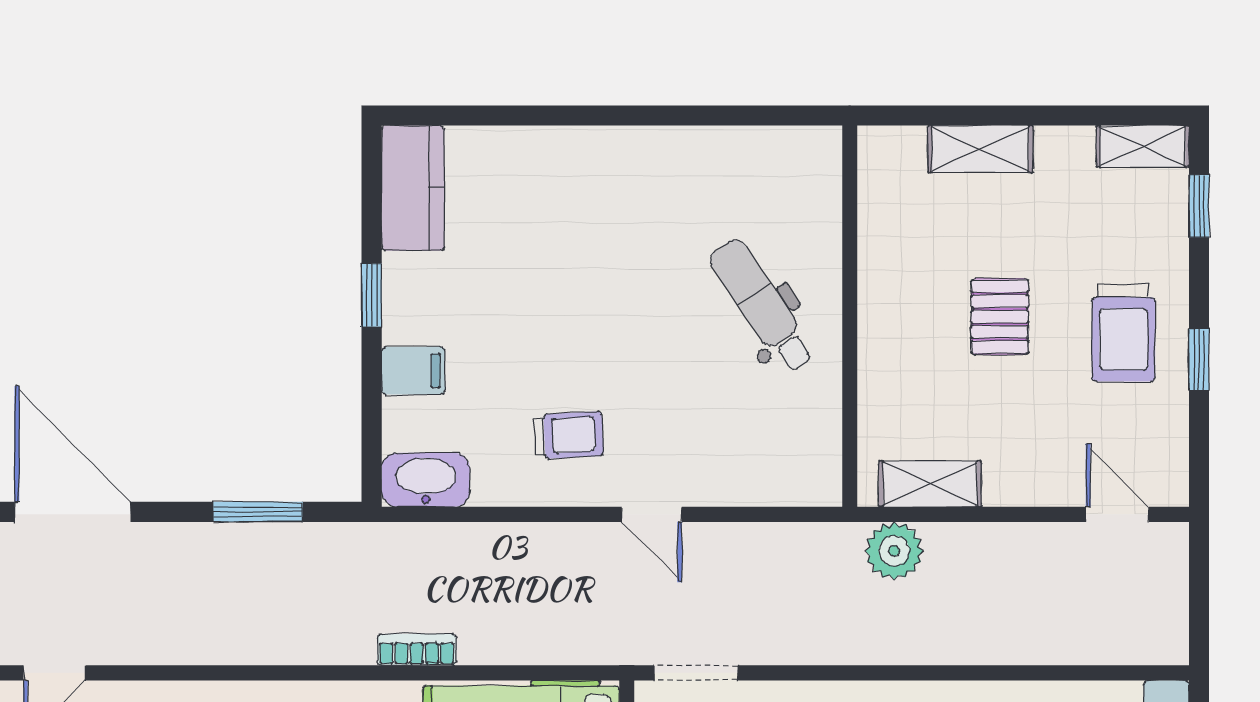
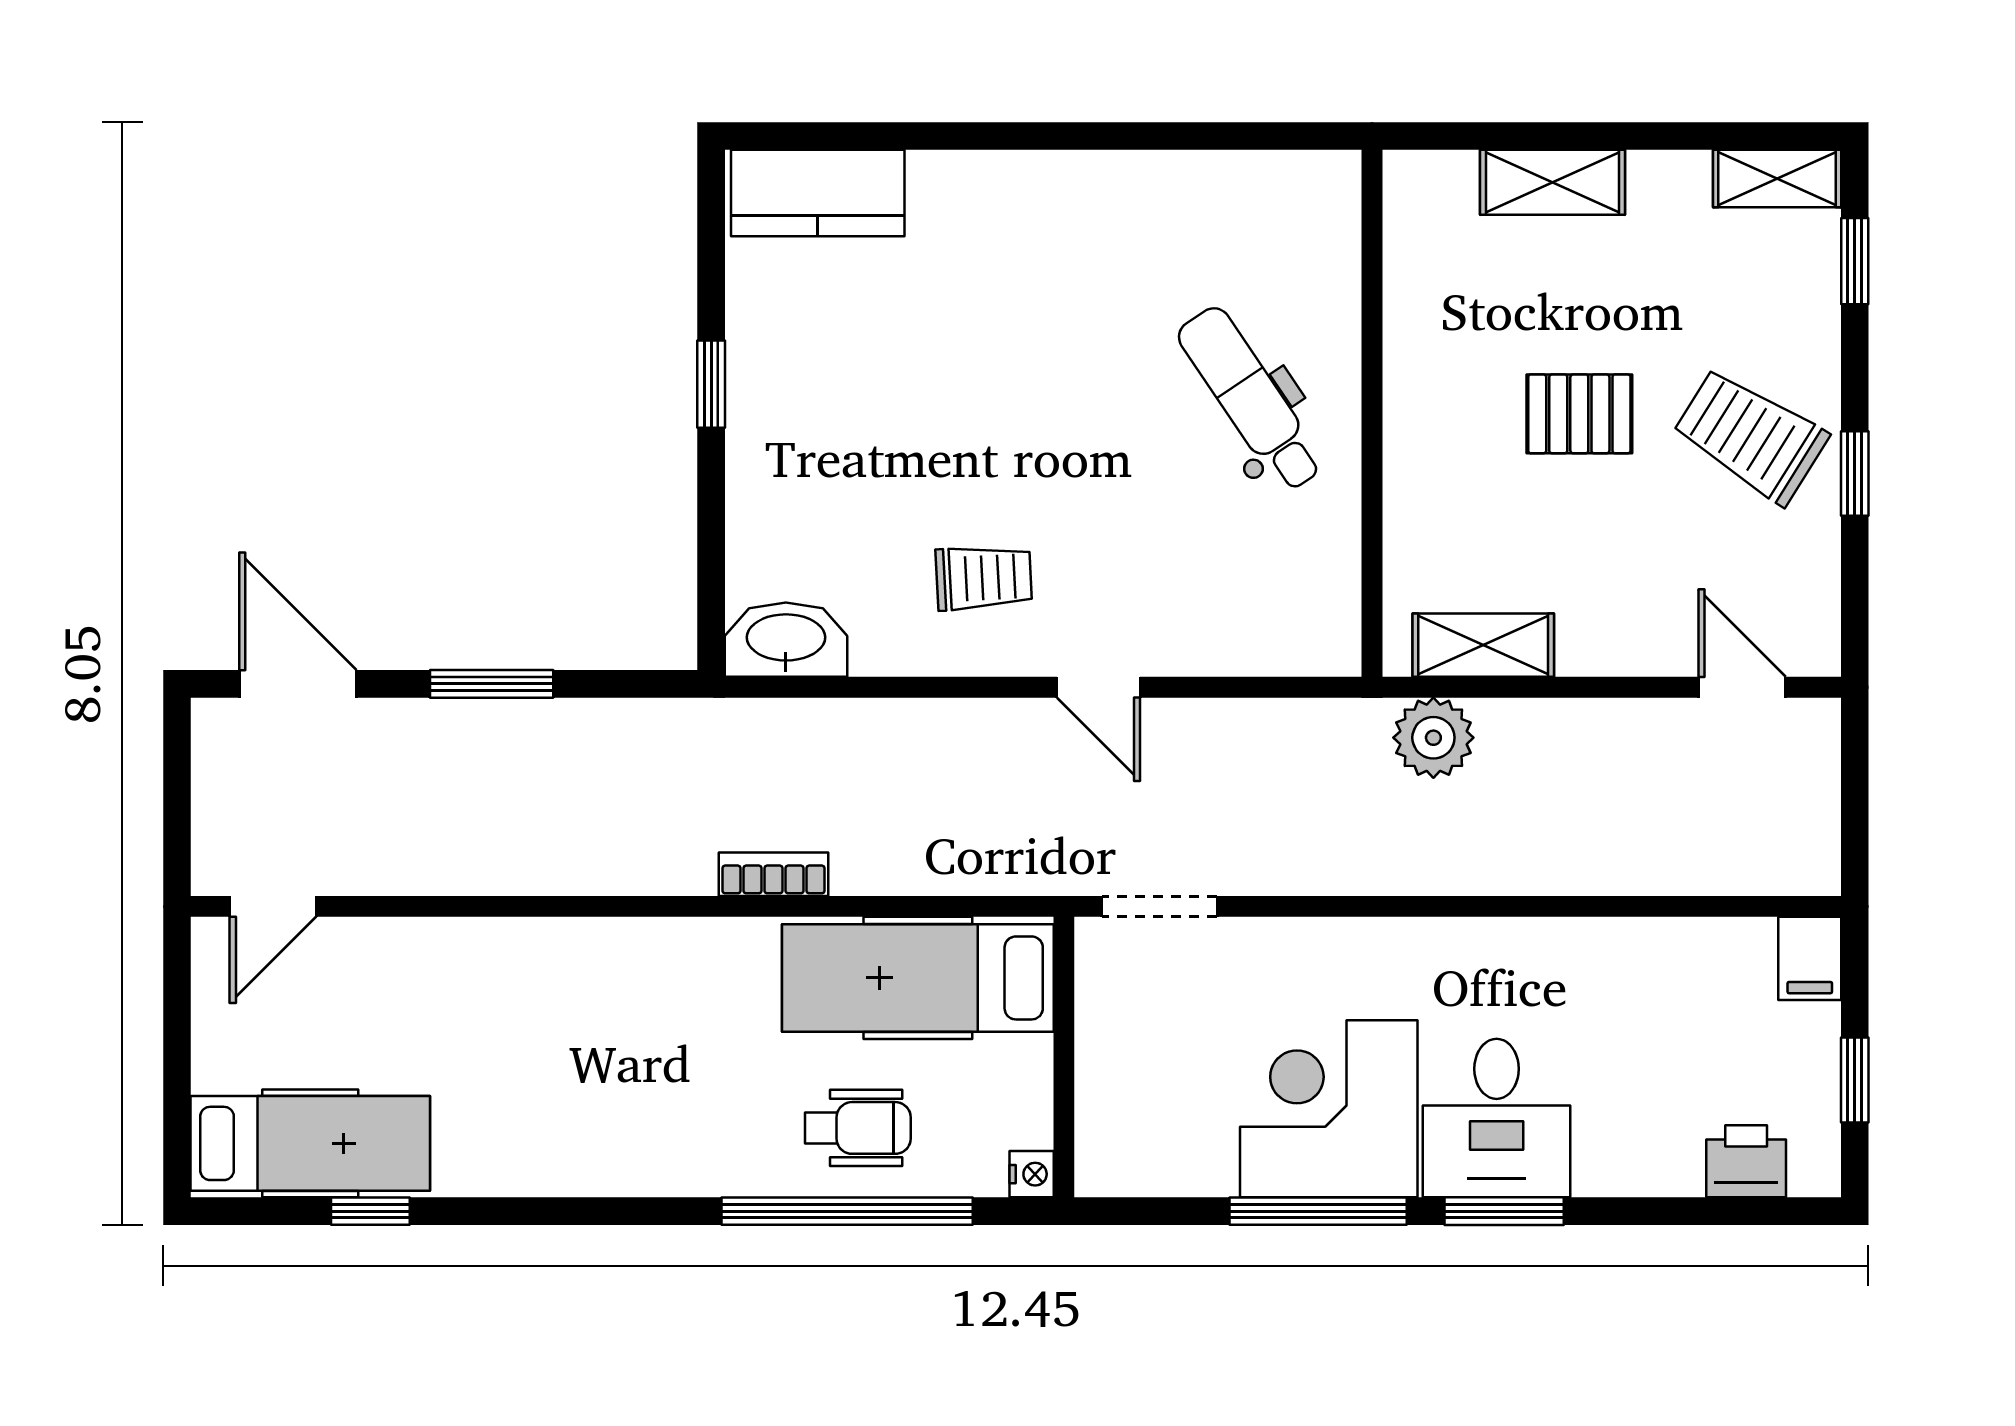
kitchen counter: (413, 188) -> (818, 193), moved, turned 90
pallet: (1000, 317) -> (1579, 414), turned 90
trolley: (1124, 332) -> (1751, 436), turned 122
filing cabinet: (413, 371) -> (769, 489), removed
door: (73, 512) -> (298, 684), width x0.73
window: (258, 512) -> (492, 684), moved

